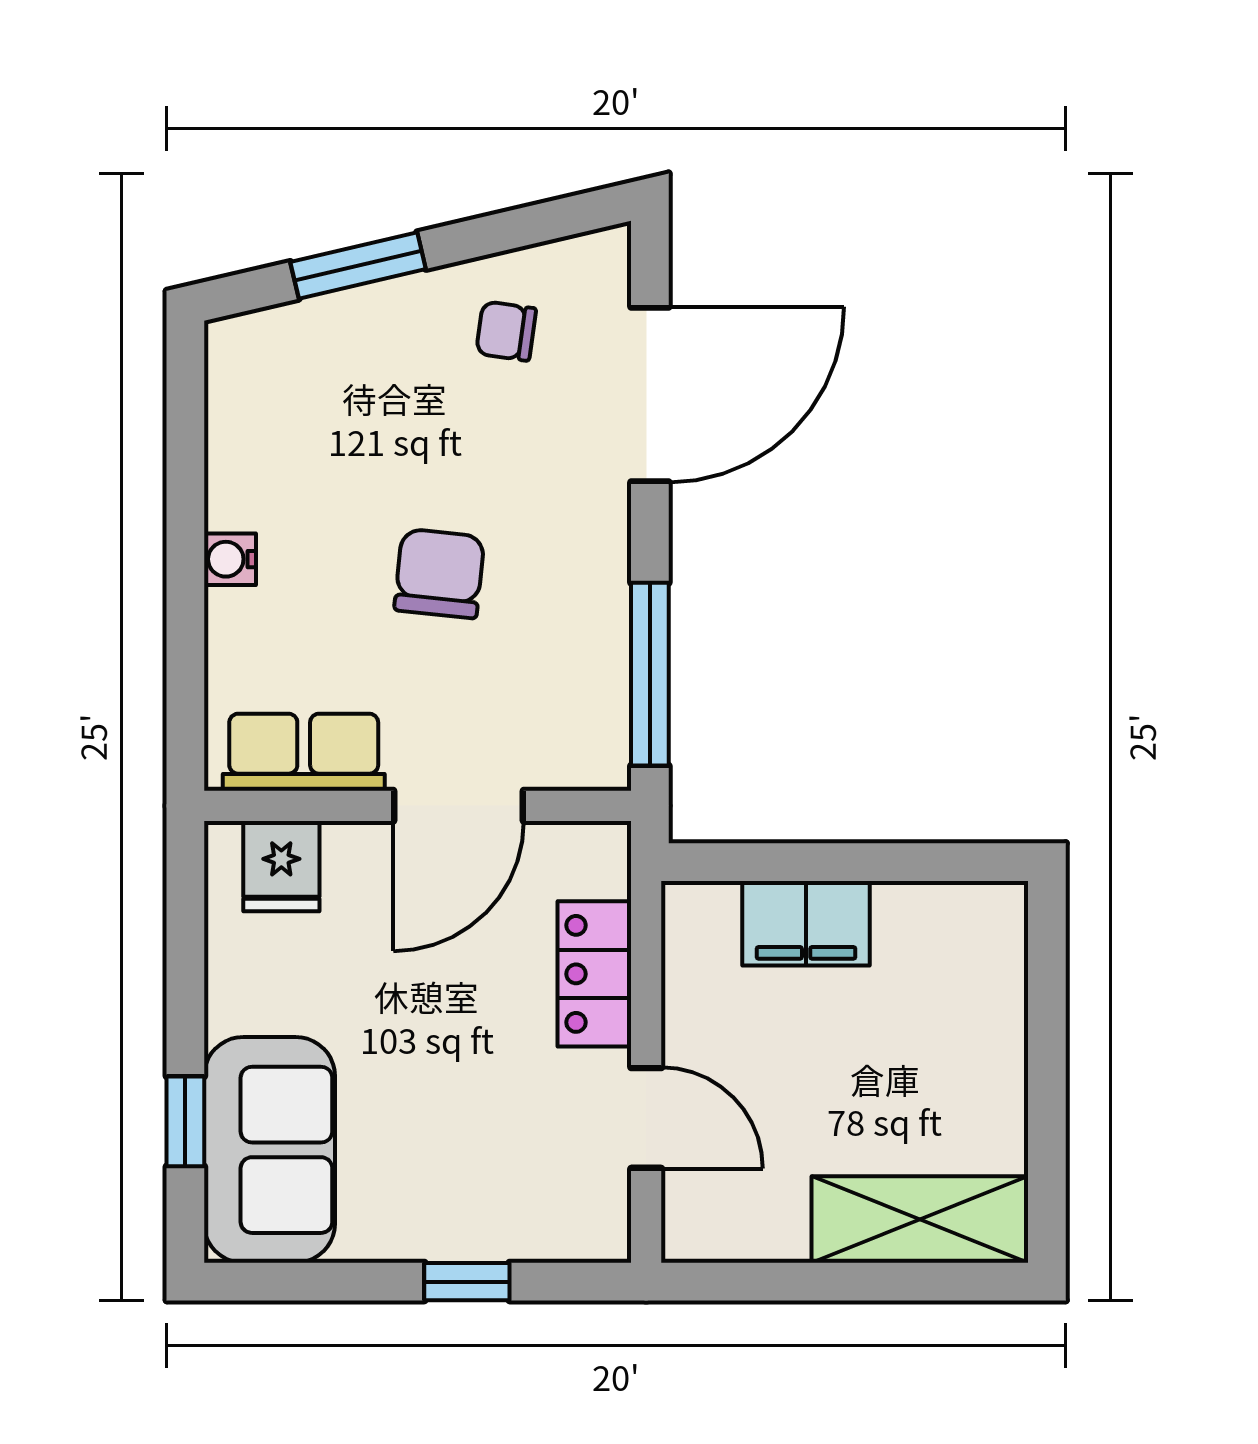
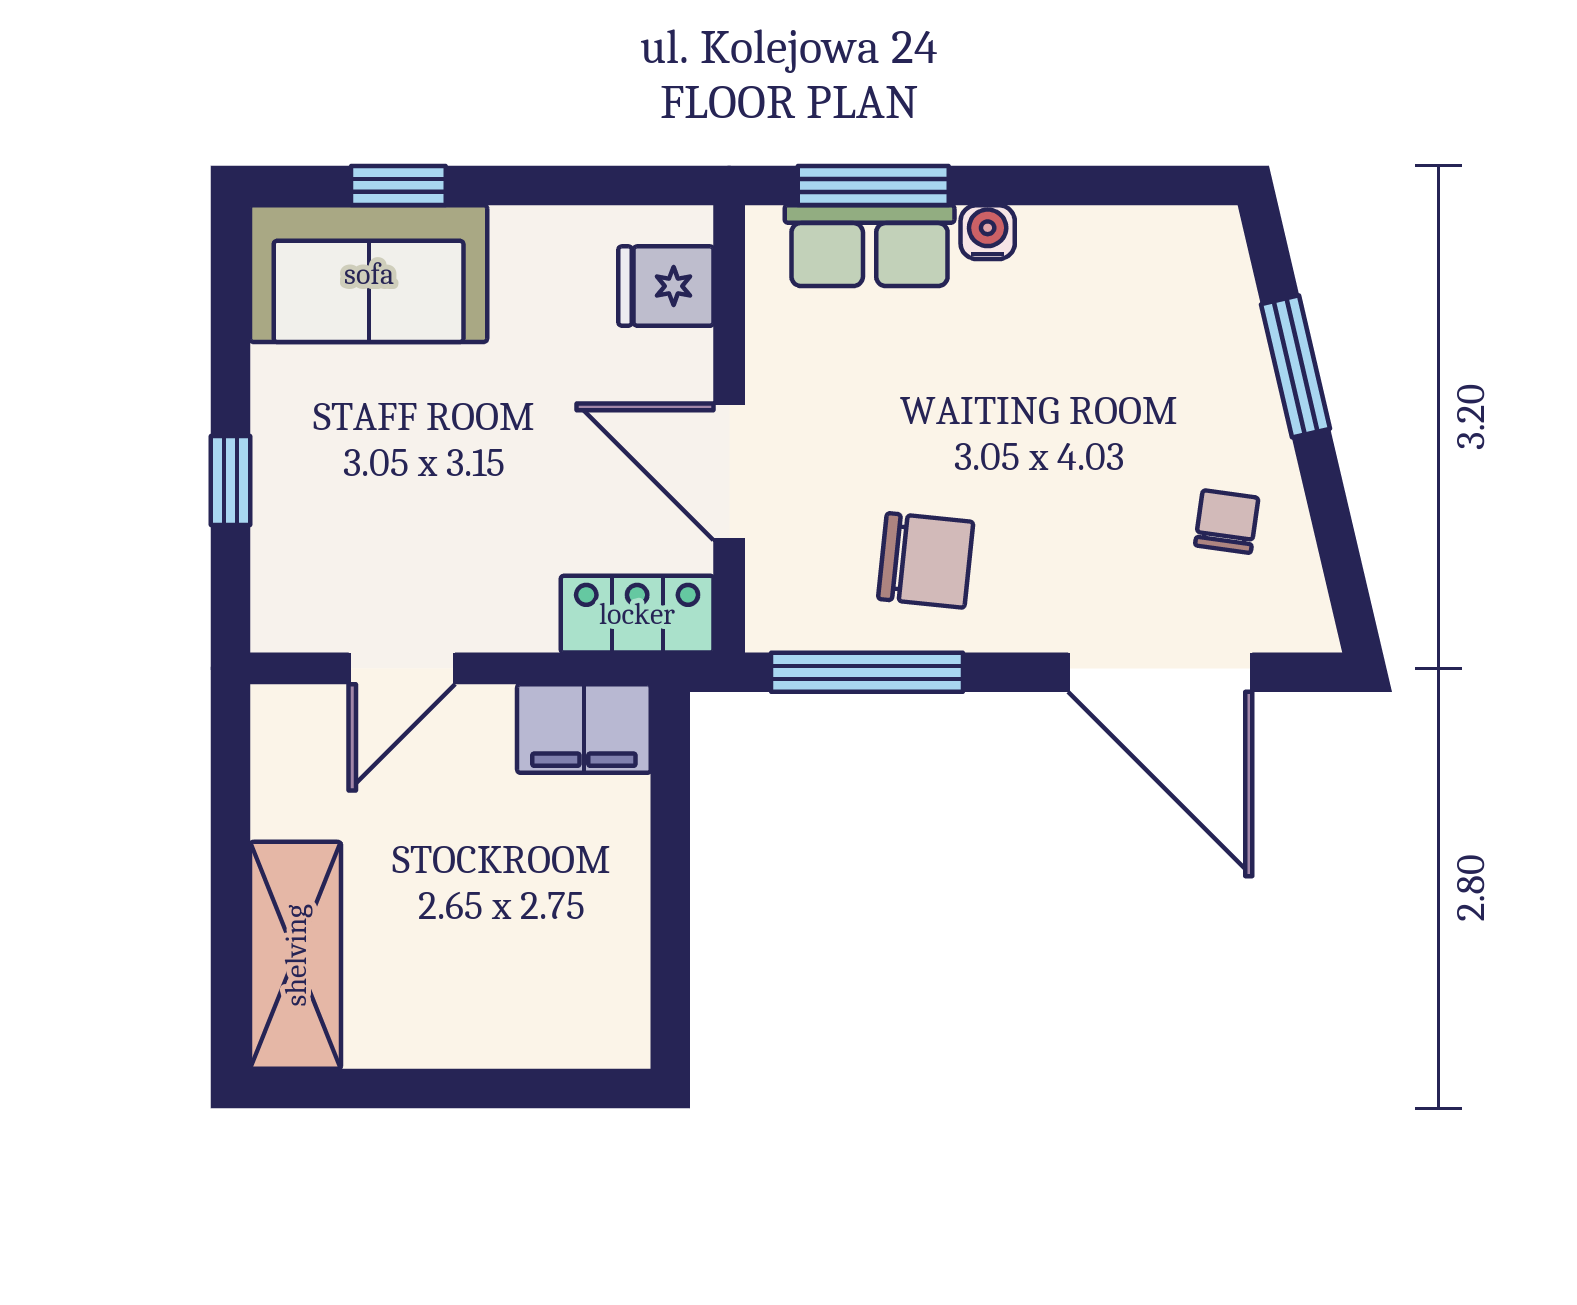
chair: (439, 574) -> (926, 560), moved
window: (185, 668) -> (873, 185), added
row of seats: (304, 752) -> (870, 246), moved, turned 90
filing cabinet: (806, 923) -> (584, 729), moved, turned -90
locker: (594, 974) -> (637, 614), moved

